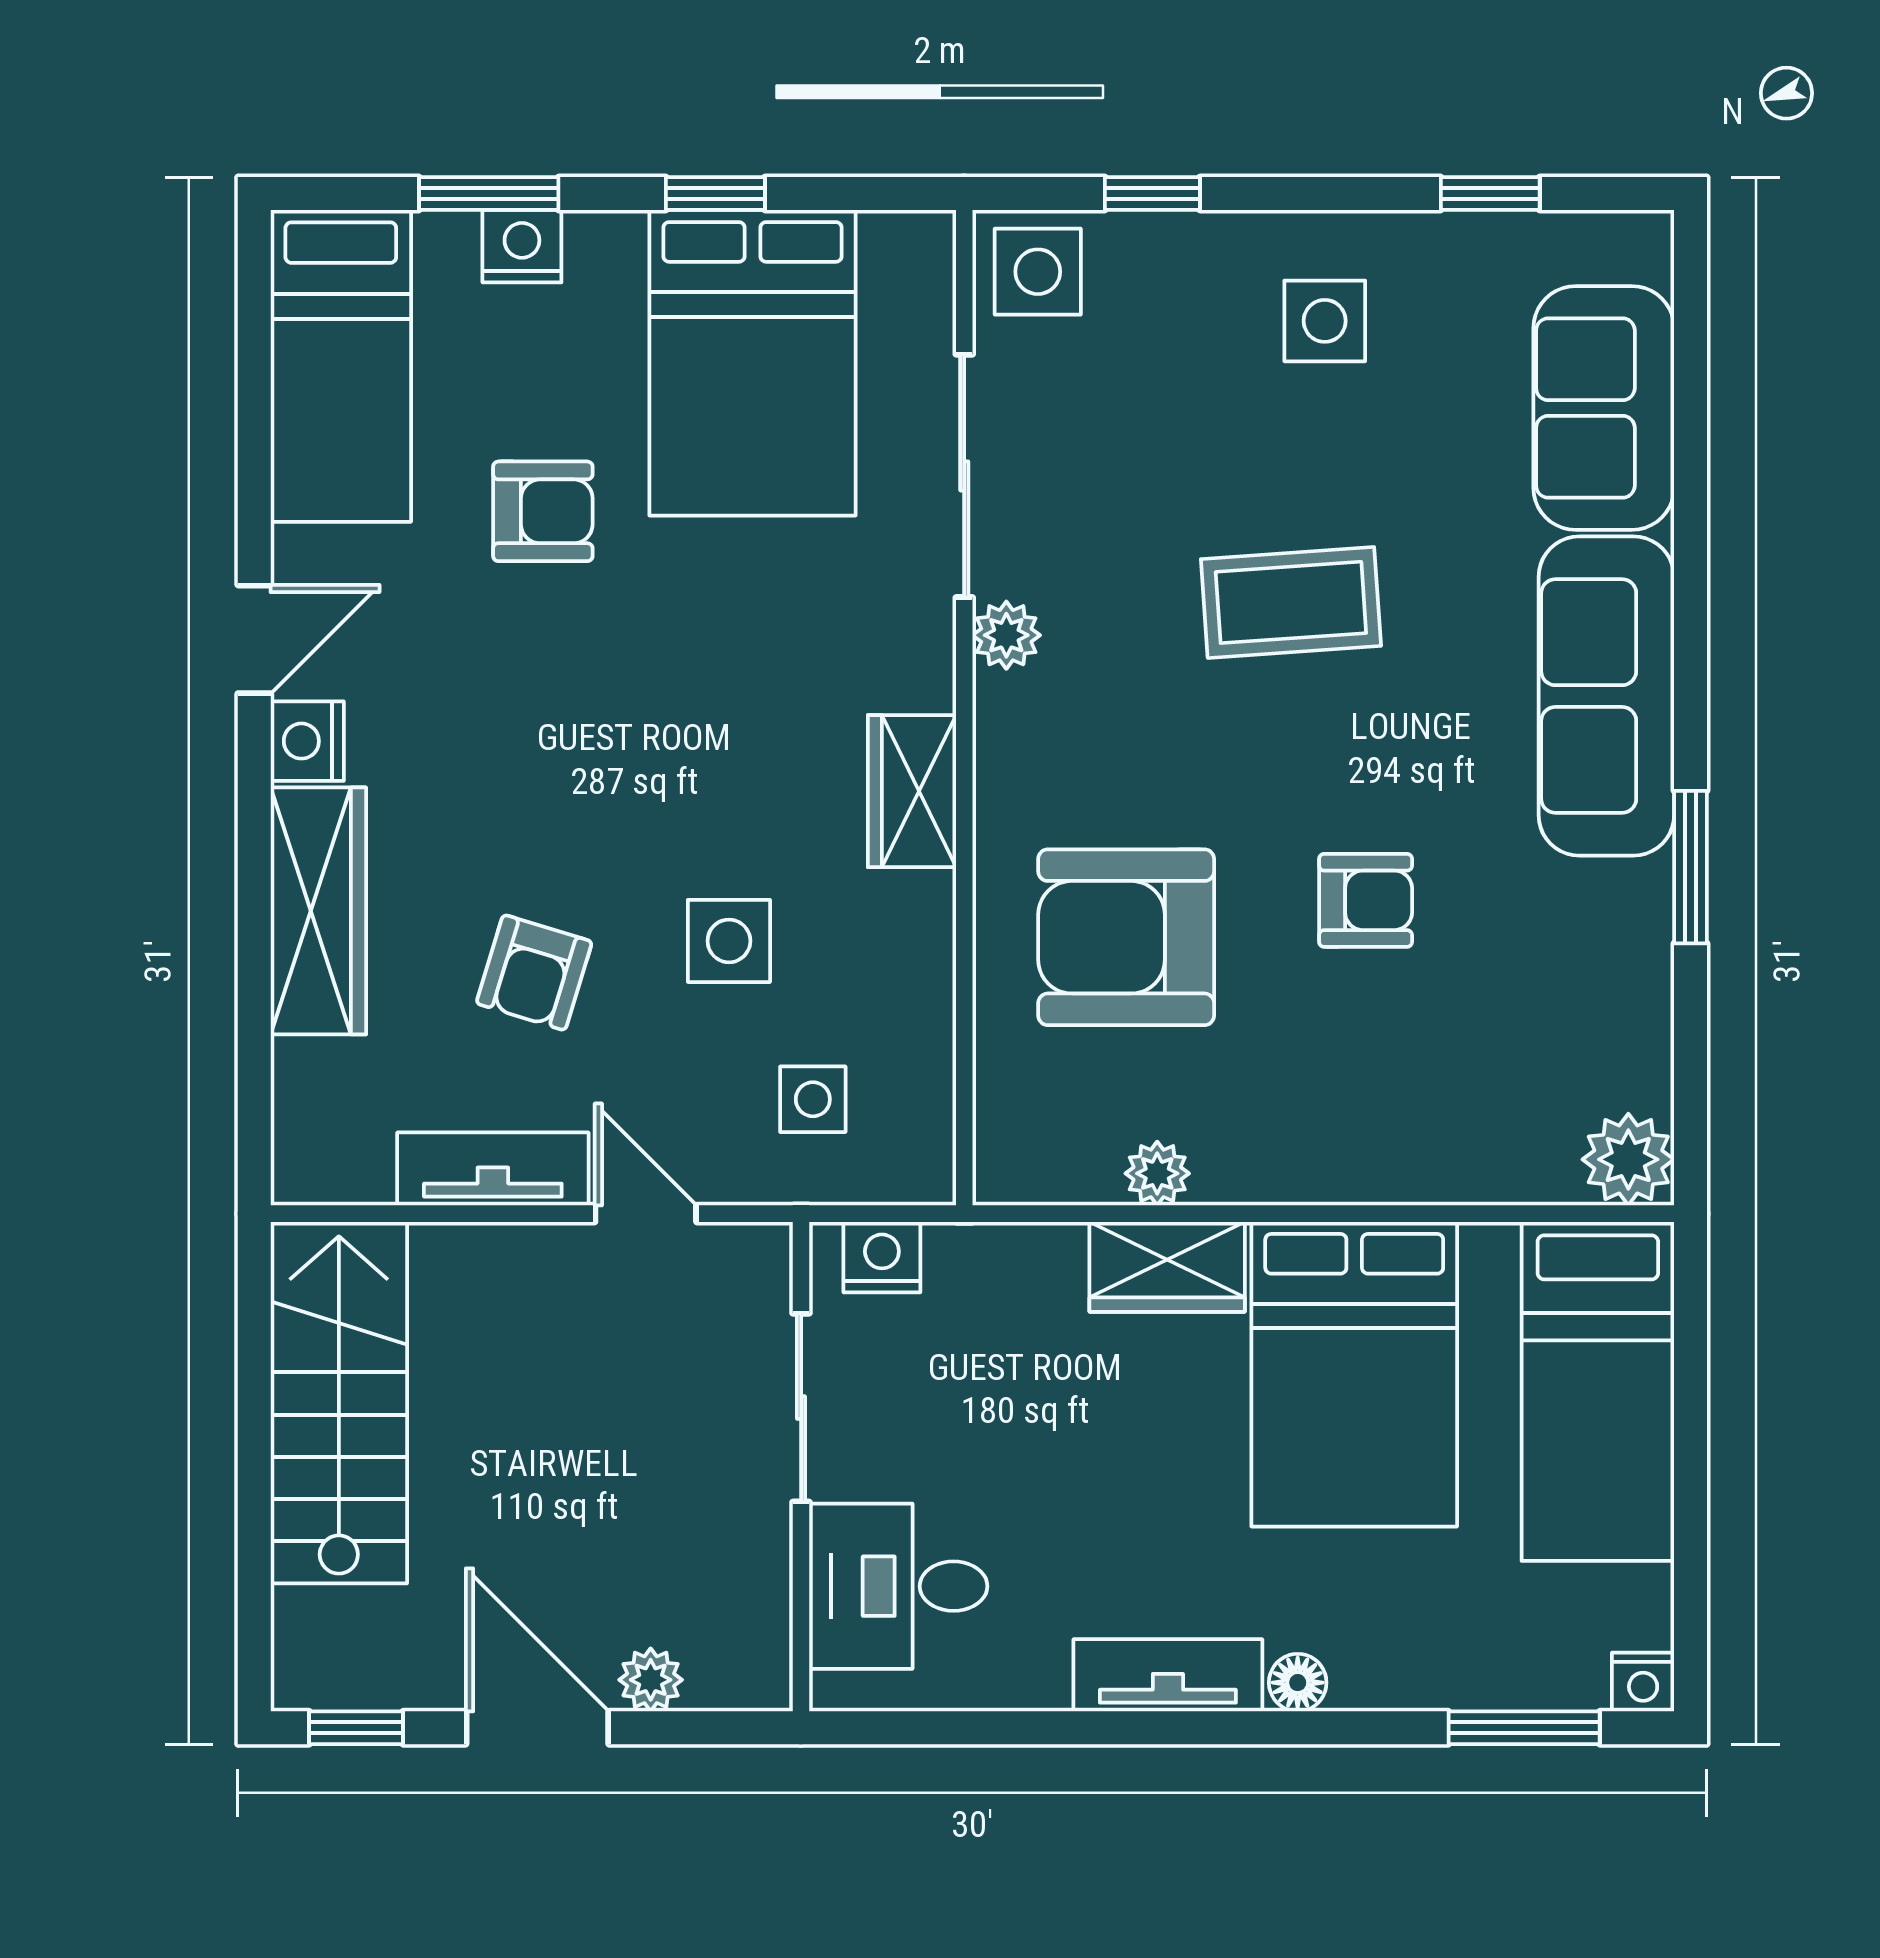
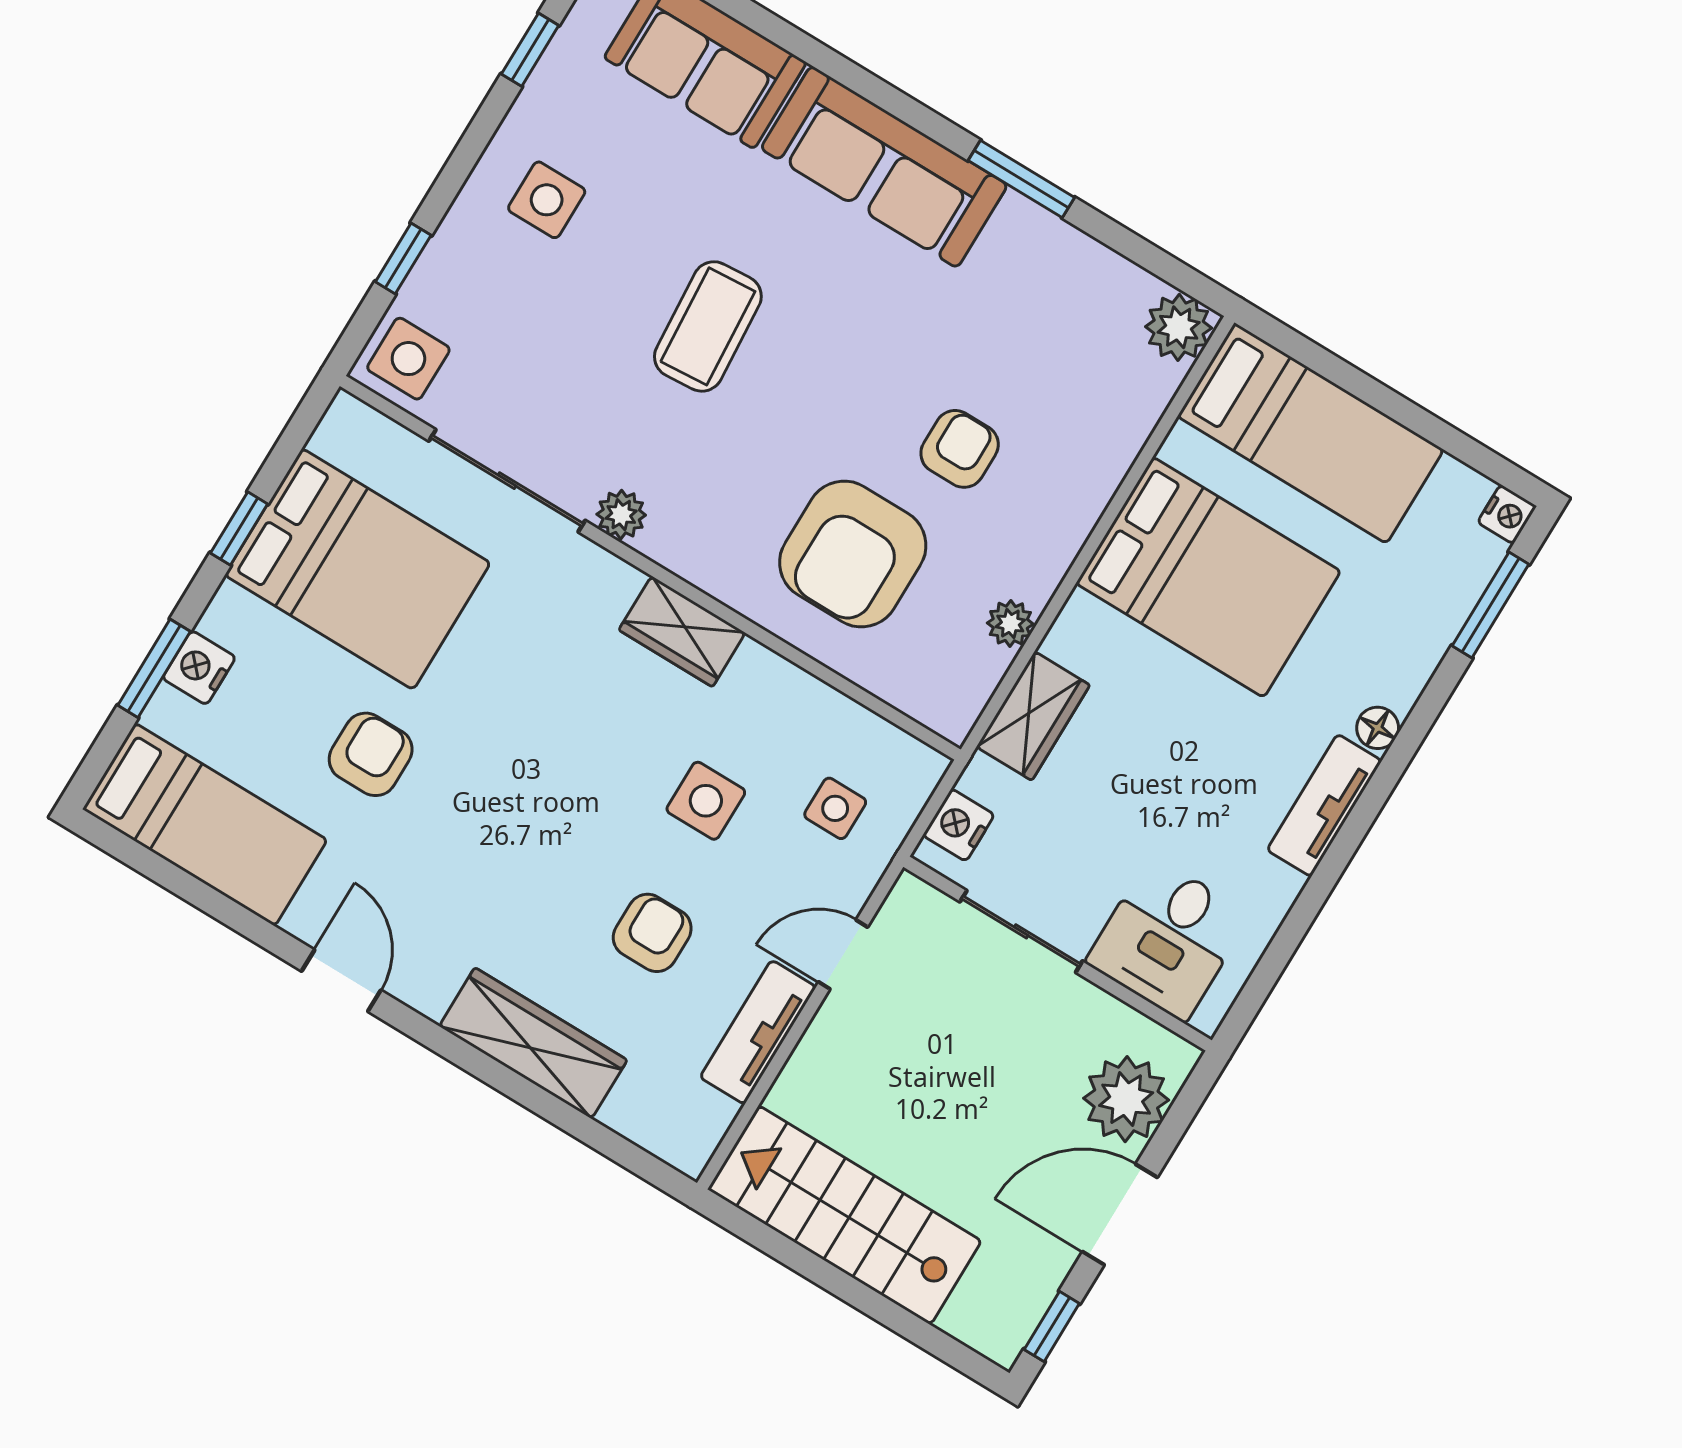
nightstand: (307, 741) -> (424, 986), removed
armchair: (1366, 900) -> (960, 449), moved
armchair: (534, 973) -> (652, 933), turned -107
wardrobe: (1167, 1267) -> (1033, 716), moved
plant: (651, 1680) -> (1126, 1099), width x1.88, depth x1.88

